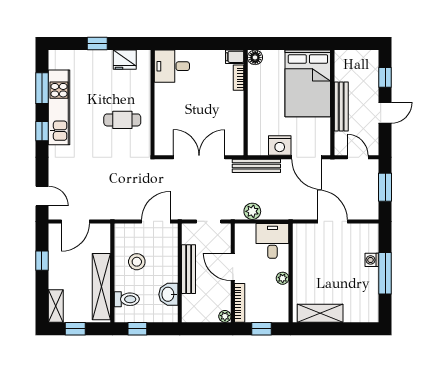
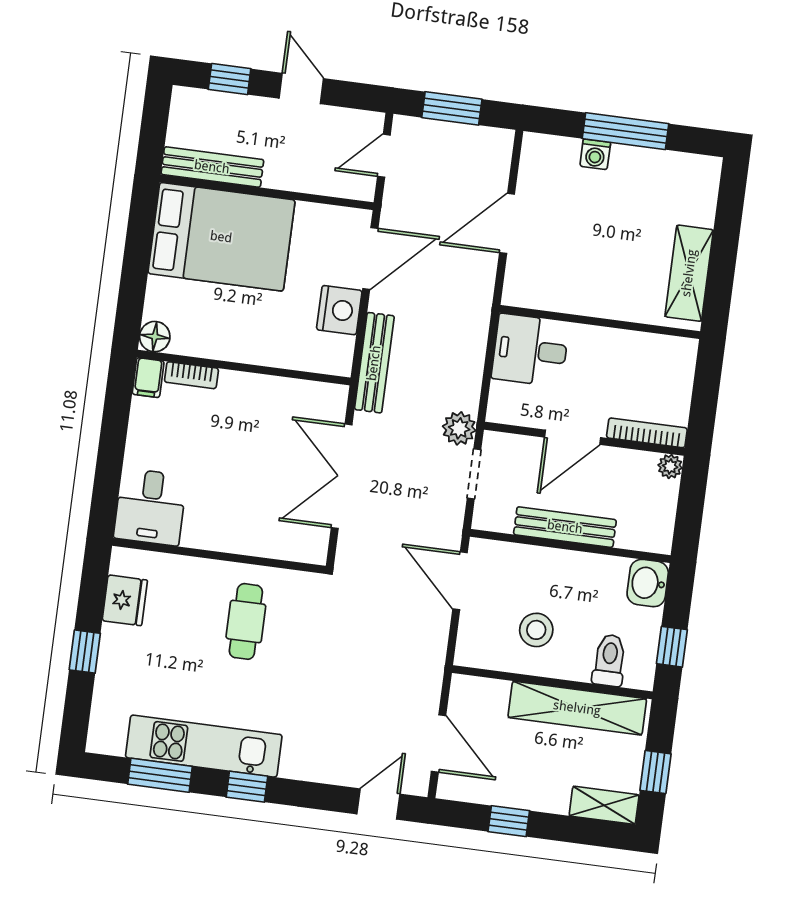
bench: (341, 106) -> (212, 167), moved
plant: (252, 211) -> (459, 428), moved
plant: (283, 278) -> (608, 340), removed
washbasin: (168, 294) -> (648, 583), moved, turned 90
window: (262, 329) -> (705, 396), removed

